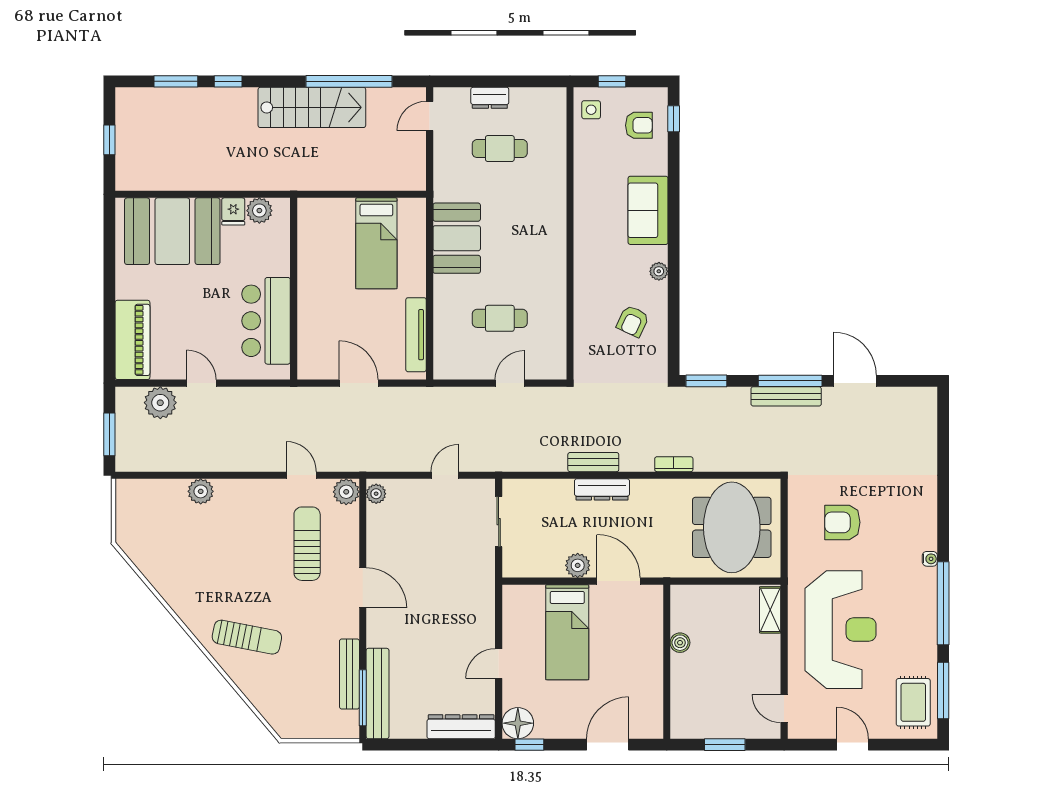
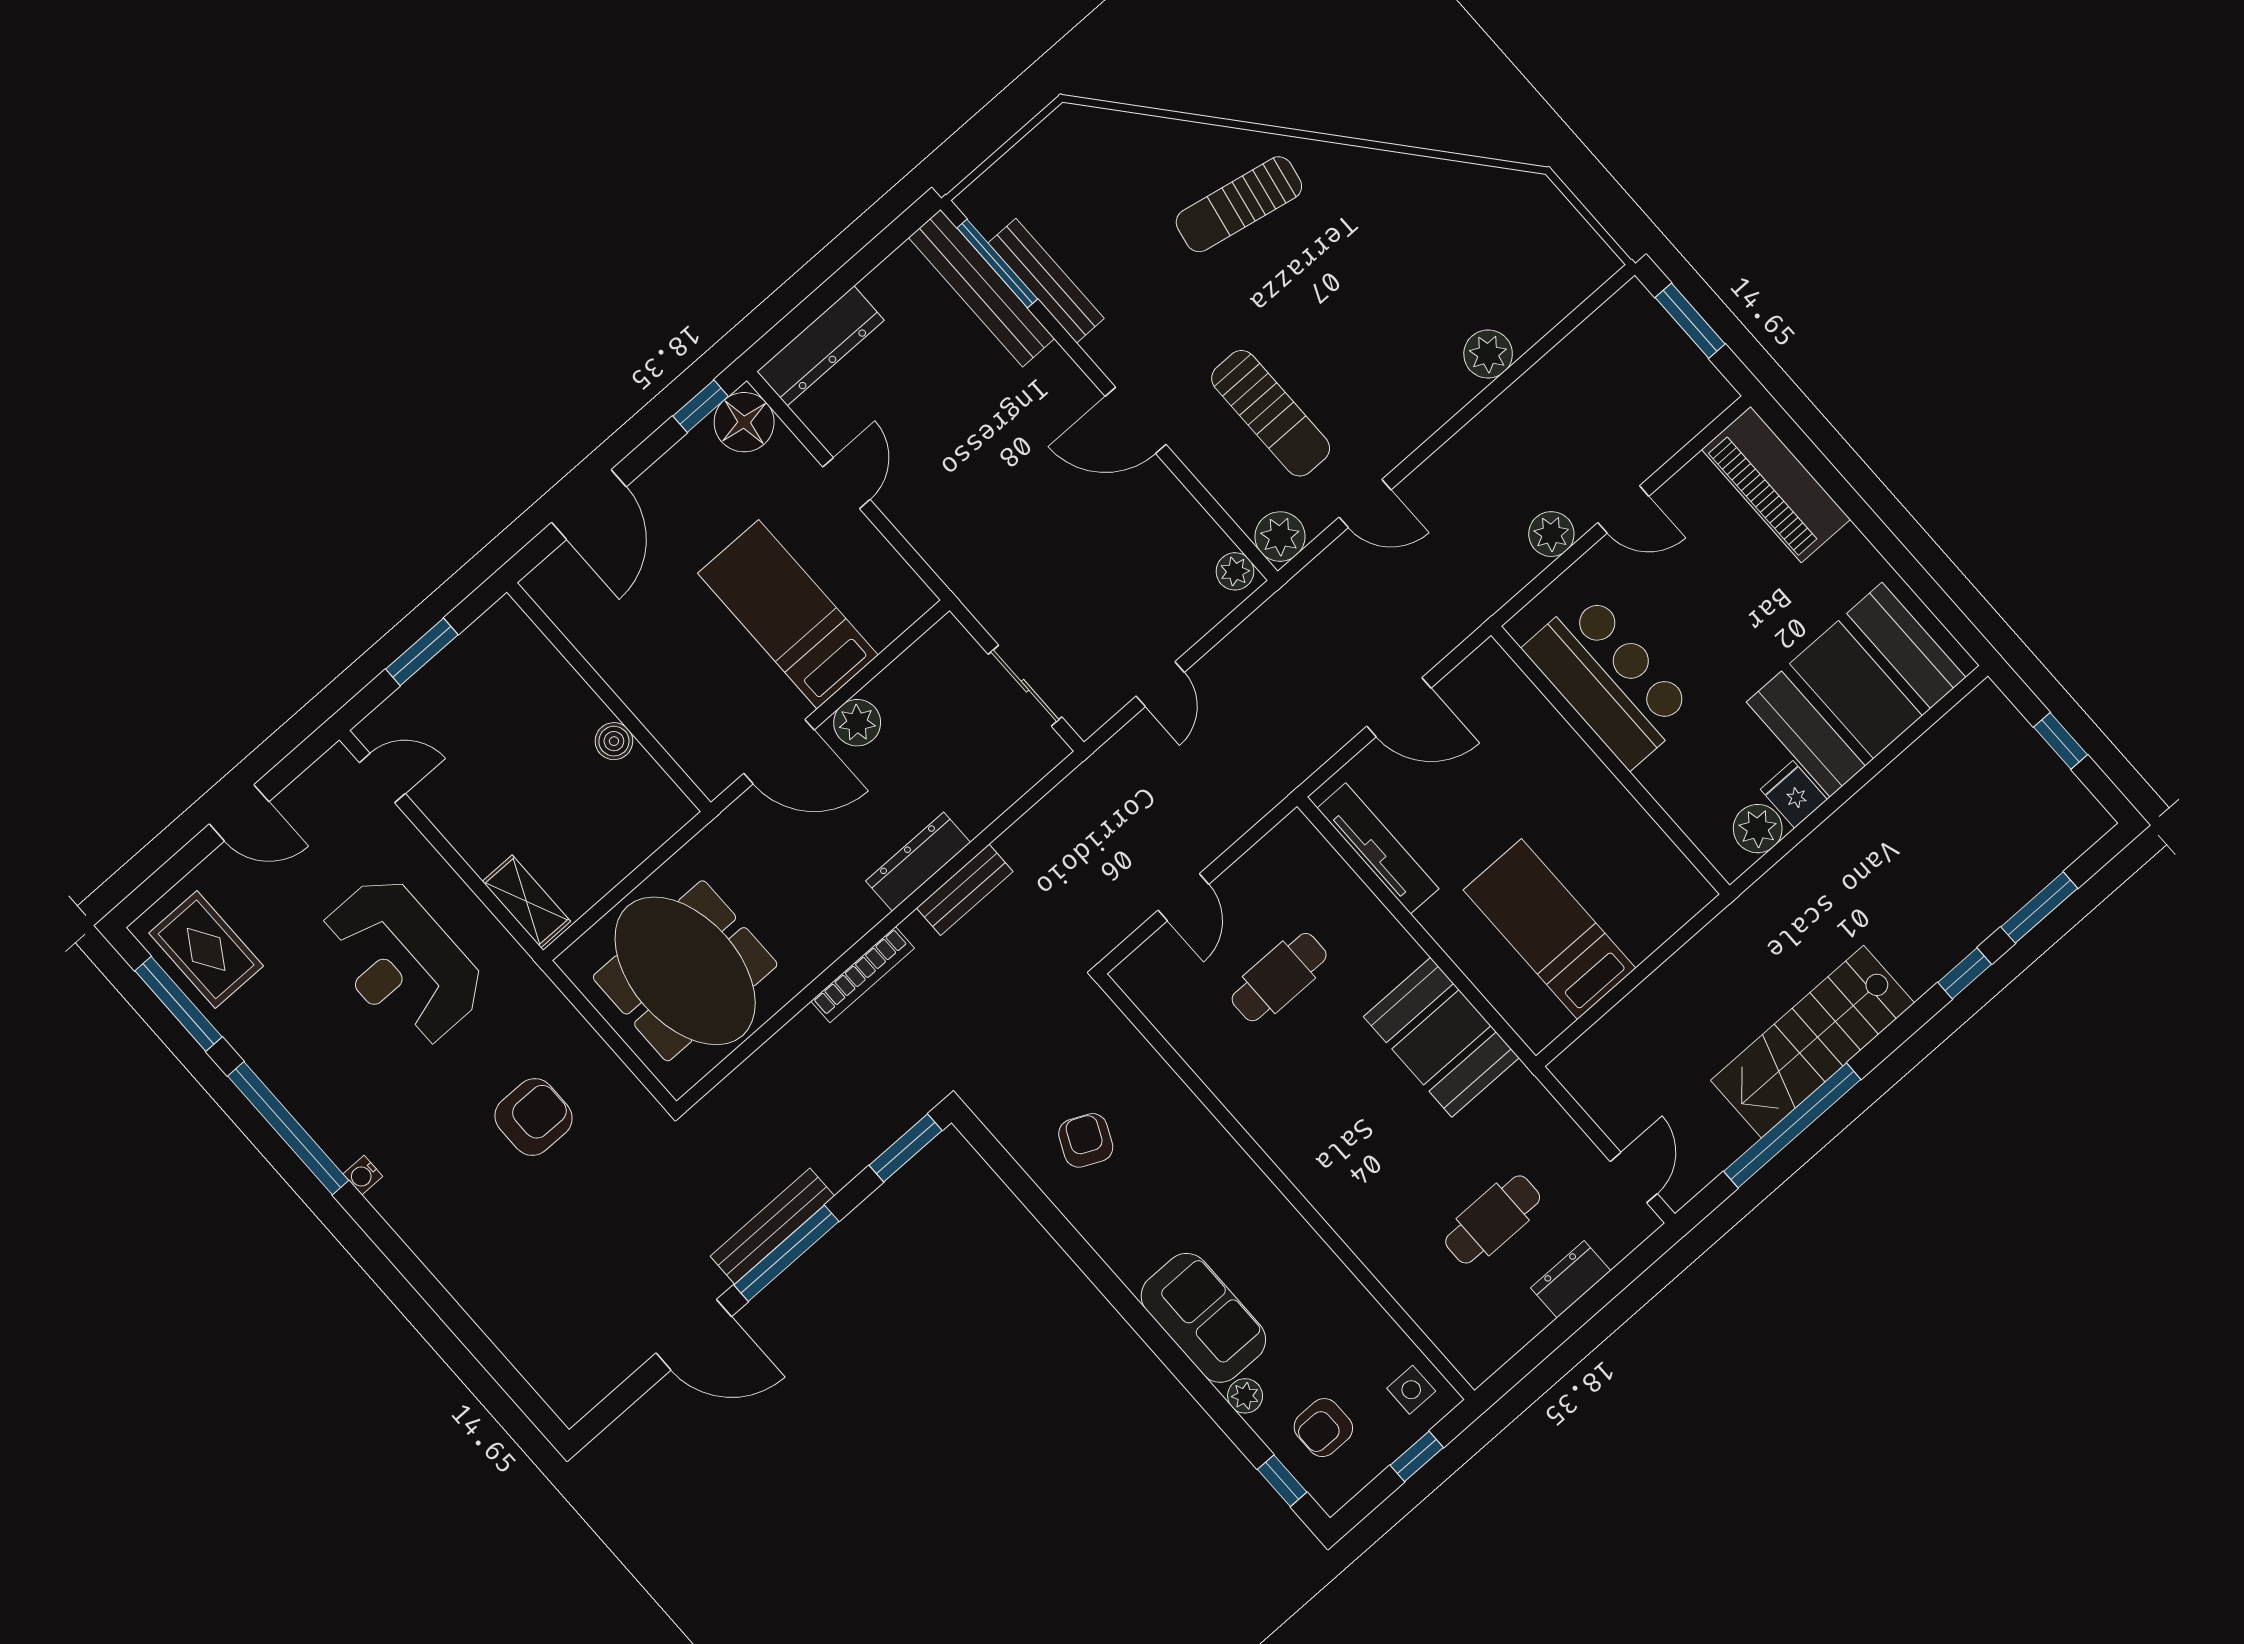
plant: (659, 271) -> (1245, 1396), moved
plant: (160, 403) -> (1551, 534), moved, width x0.73, depth x0.73
bookcase: (674, 464) -> (863, 975), width x1.56
reception desk: (841, 630) -> (401, 962), width x0.74, depth x0.77

